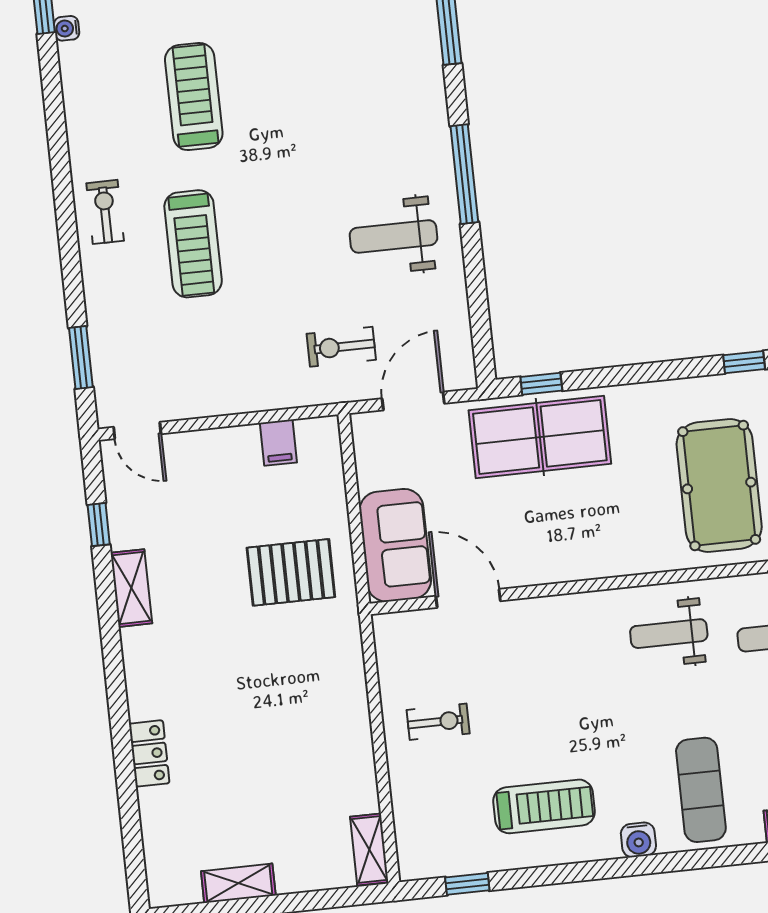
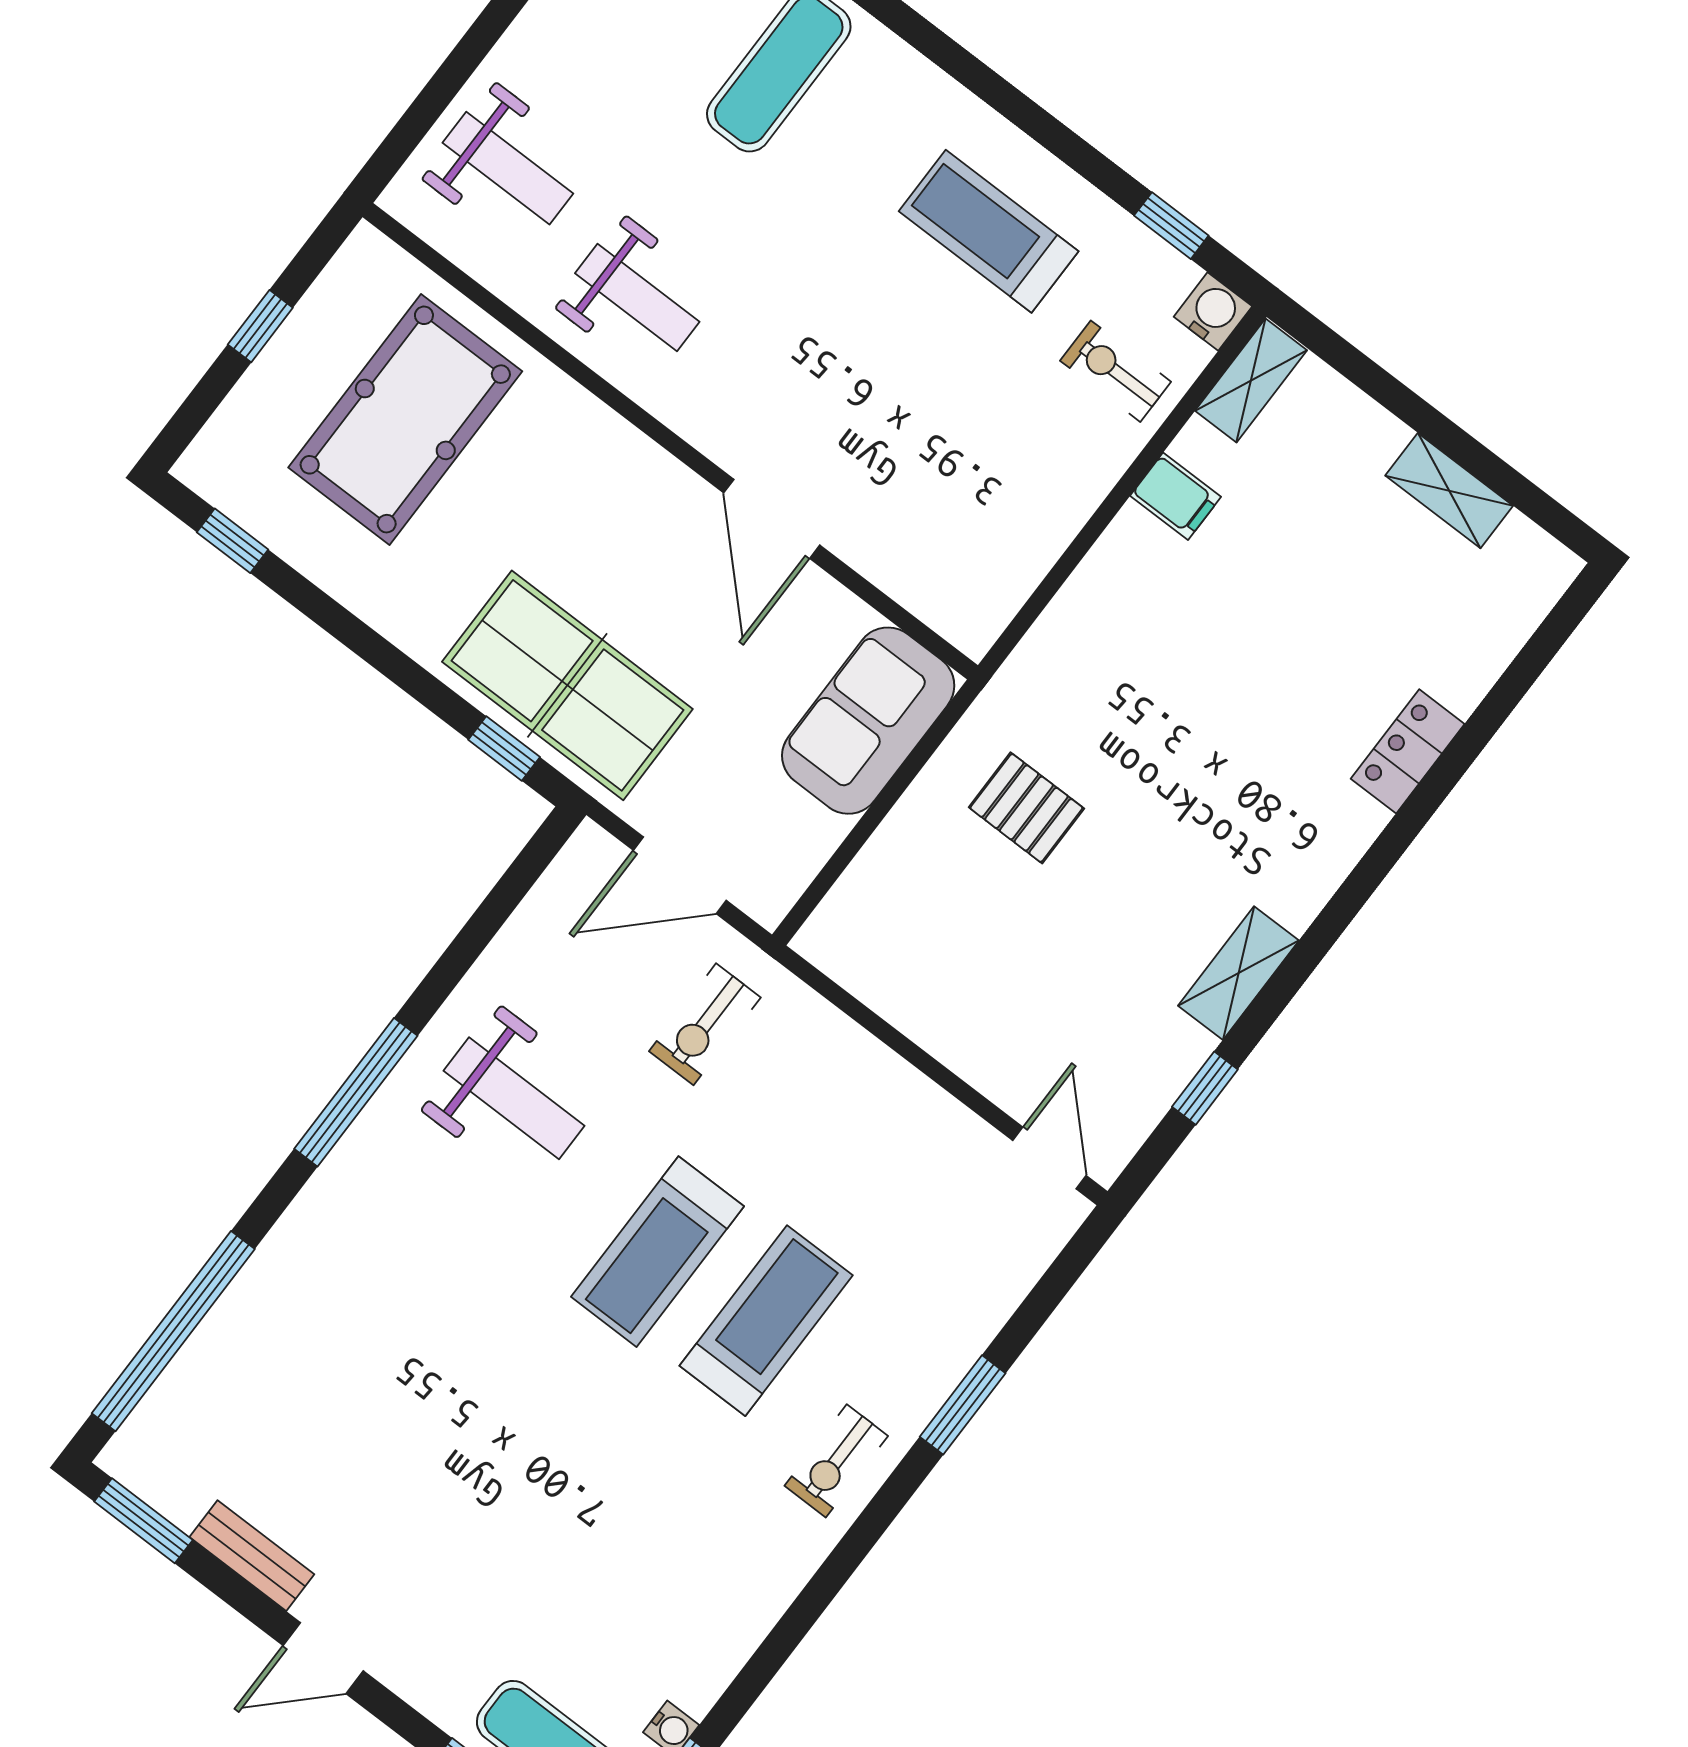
treadmill: (194, 97) -> (658, 1252), moved
exercise bike: (341, 347) -> (705, 1024), turned 90
window: (81, 357) -> (963, 1405), moved
filing cabinet: (278, 443) -> (1176, 496), moved, turned 90
pallet: (291, 572) -> (1026, 808), width x0.67, depth x0.71
door: (468, 598) -> (772, 519), moved
exercise bike: (438, 722) -> (1116, 371), moved
water cooler: (638, 840) -> (1213, 312), moved

